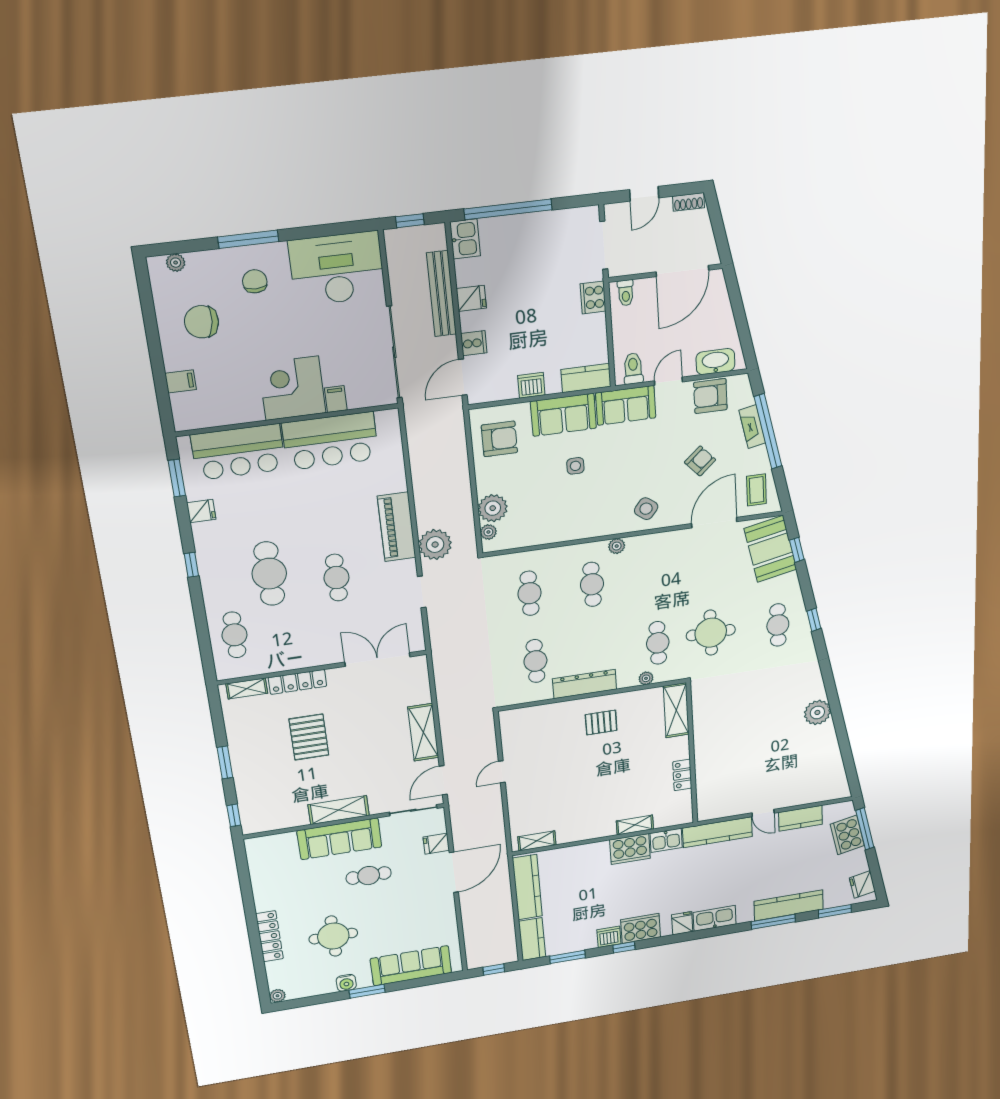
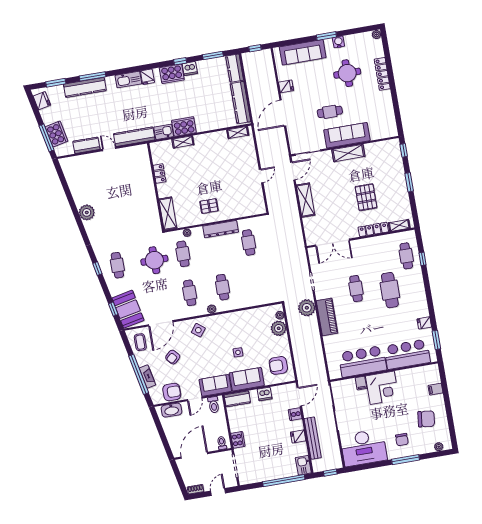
window: (191, 565) -> (422, 259), moved
cafe table: (530, 593) -> (190, 293), moved
fridge: (436, 844) -> (286, 86), moved

